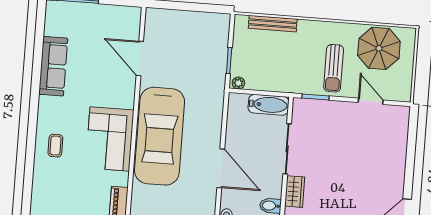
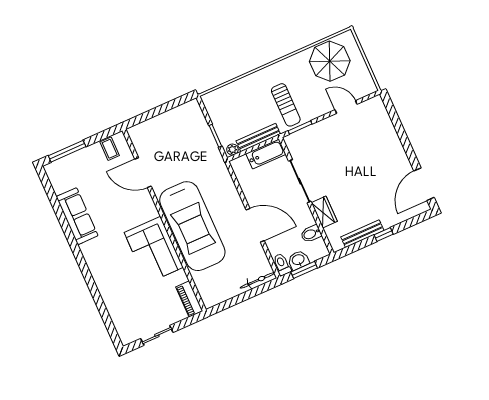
bench: (273, 24) -> (258, 138), moved
sun lounger: (334, 68) -> (286, 105), moved
coffee table: (55, 146) -> (110, 149), moved

